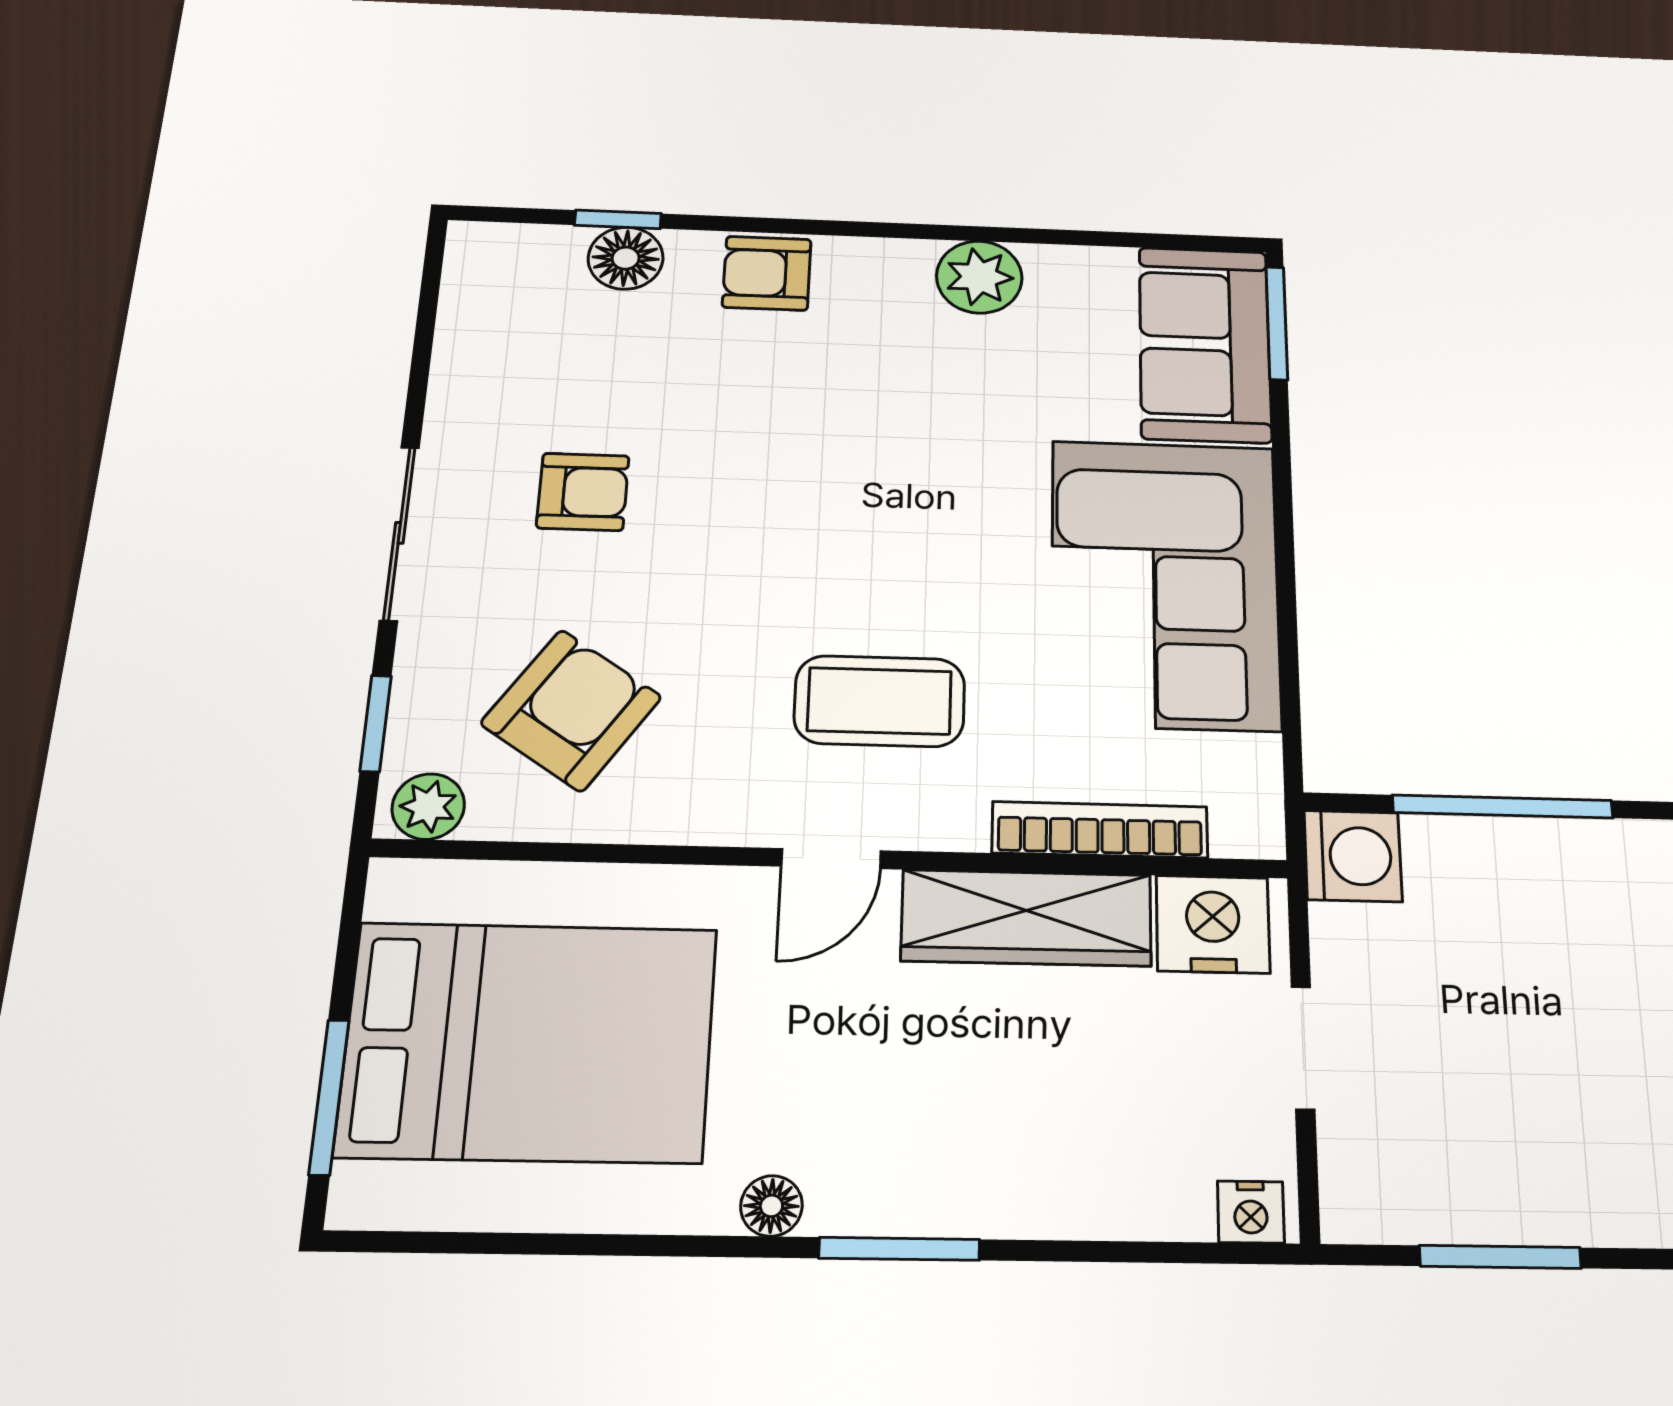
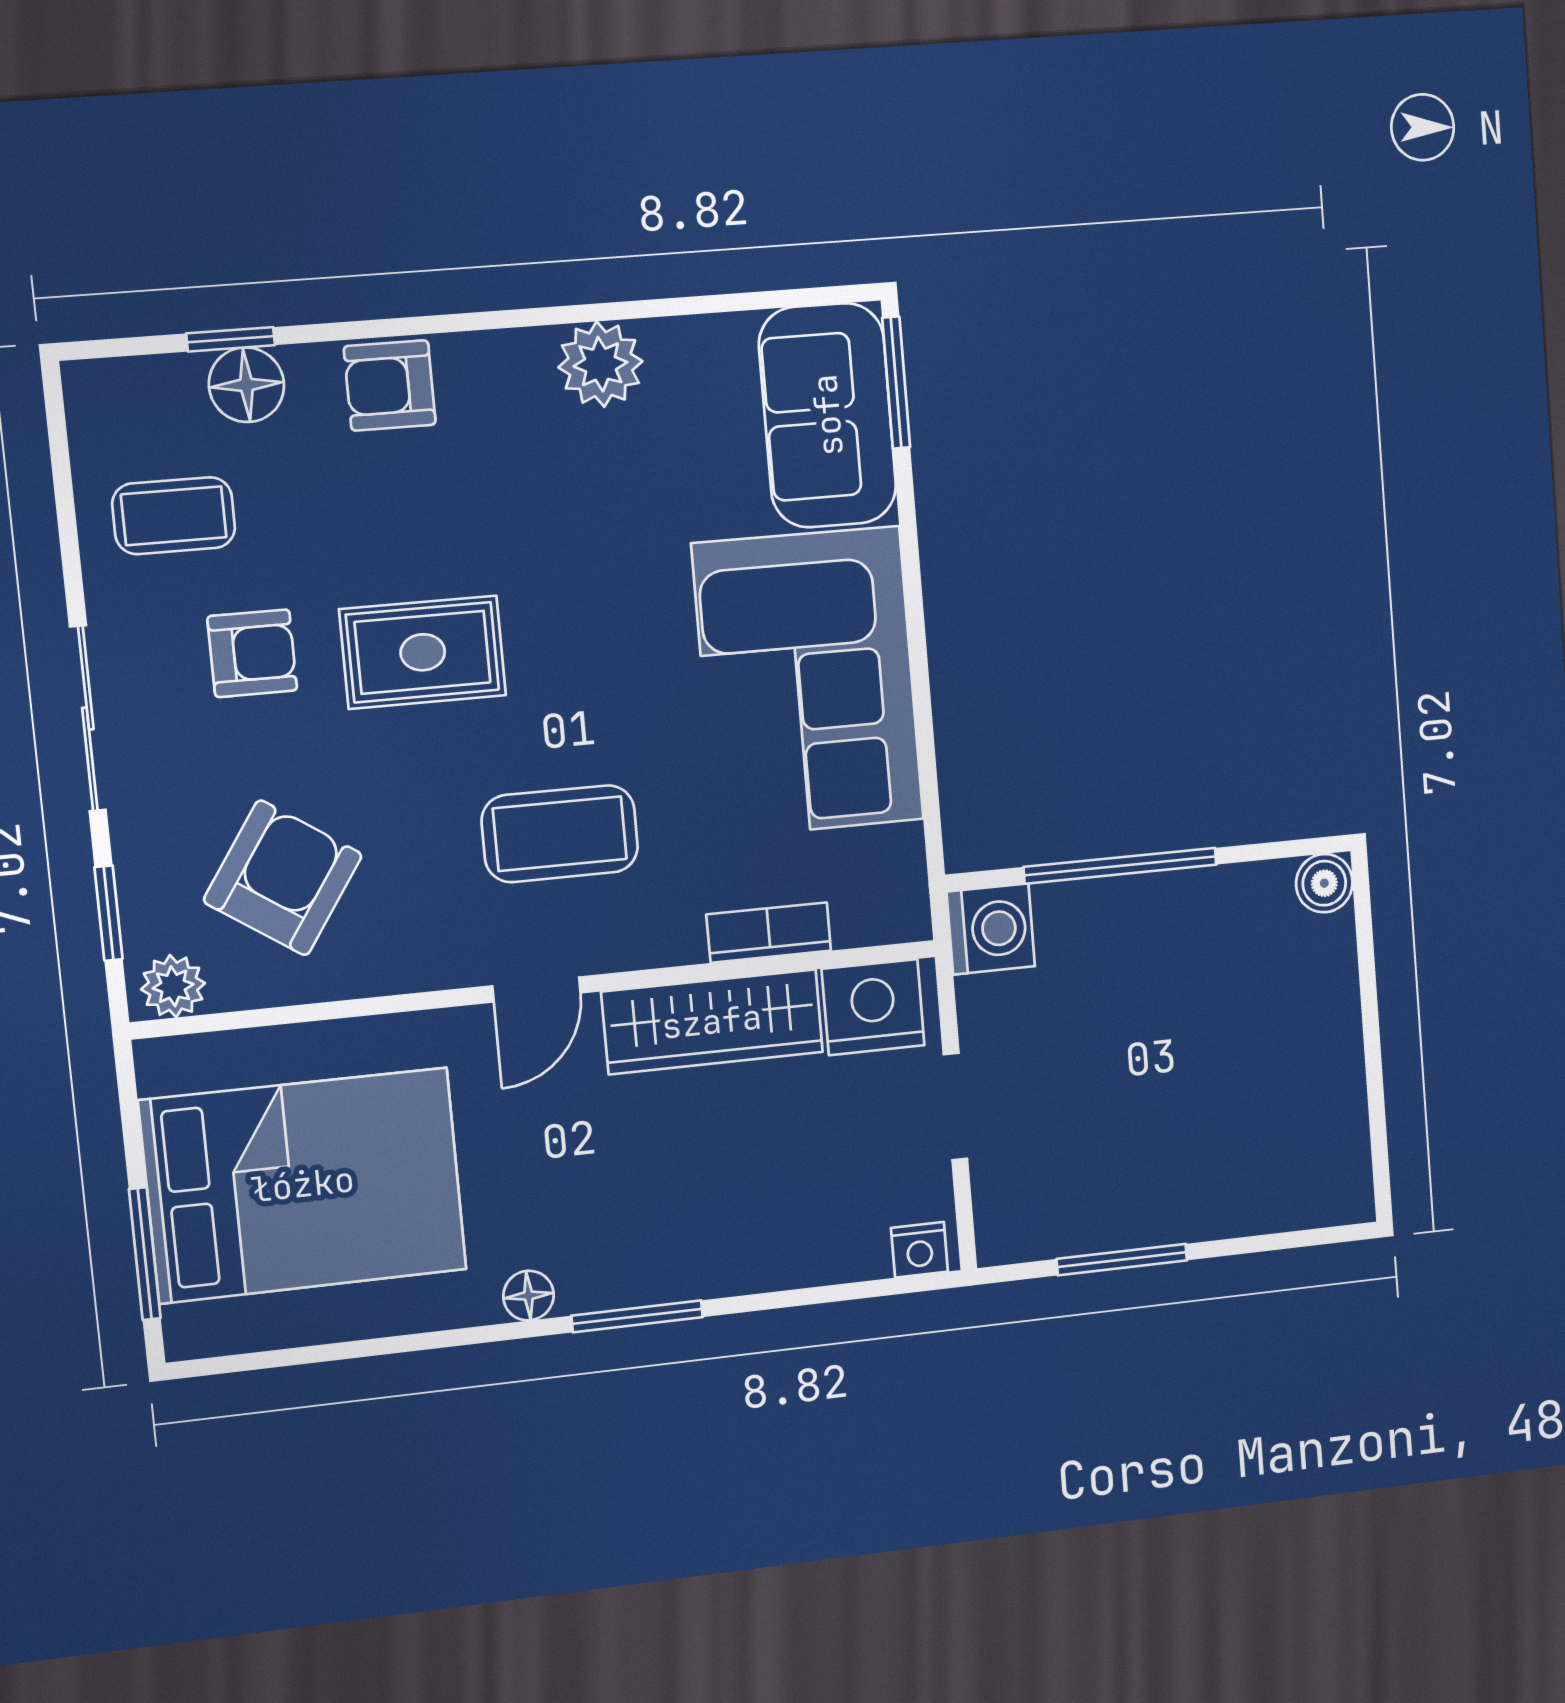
coffee table: (529, 361) -> (174, 516), added
rug: (760, 510) -> (423, 652), added
bookcase: (1100, 830) -> (769, 933), width x0.64

